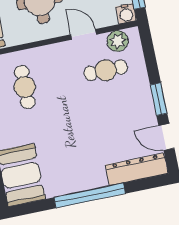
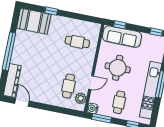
window: (159, 99) -> (43, 106), removed
door: (166, 137) -> (22, 102), hinge flipped

